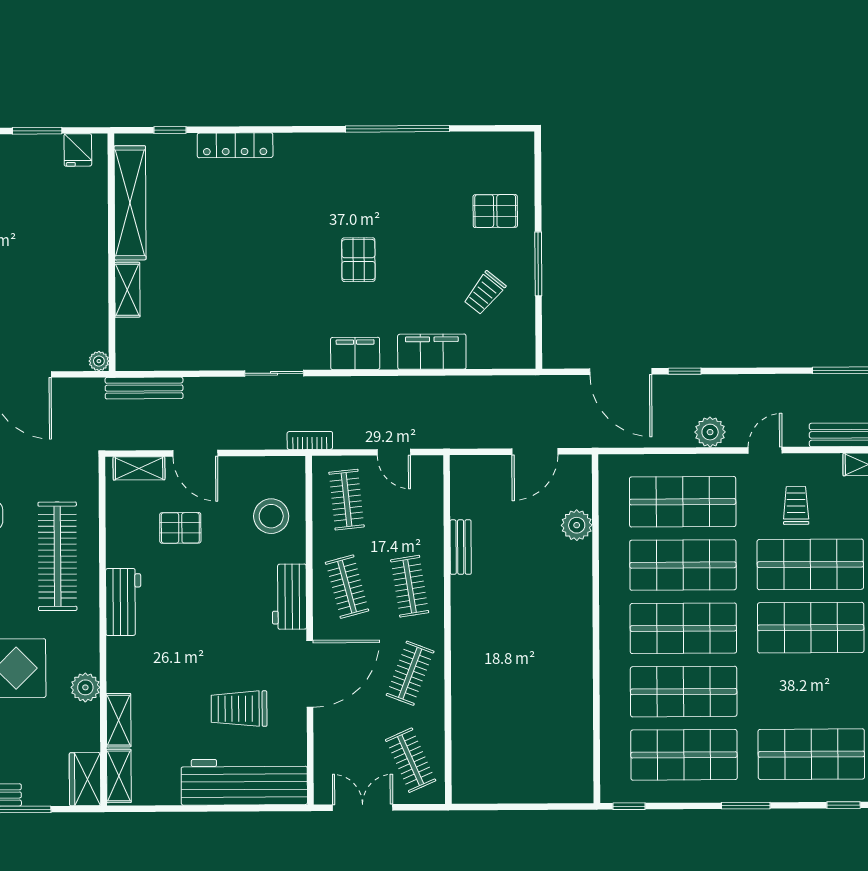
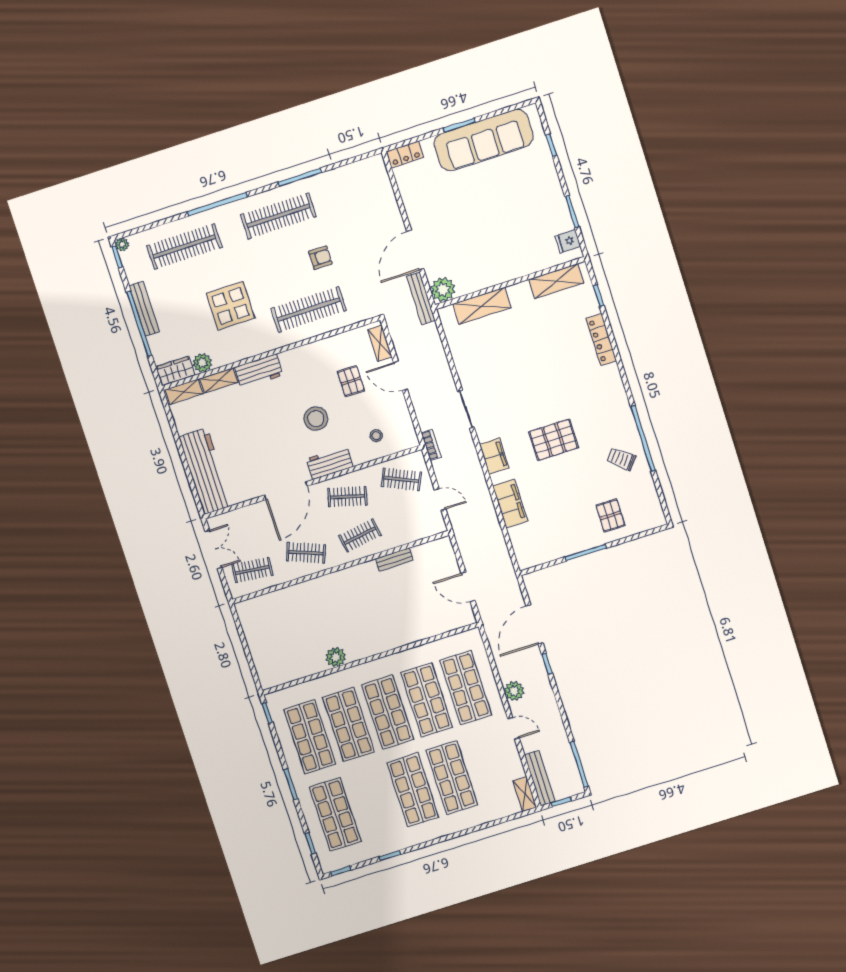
shelving: (130, 203) -> (556, 281), width x0.68
pallet: (358, 260) -> (554, 440), width x1.50, depth x1.42
shelving: (127, 290) -> (482, 306), width x1.50, depth x1.33
trolley: (485, 293) -> (621, 459), moved
plant: (99, 361) -> (443, 289), width x1.88, depth x1.88
bench: (144, 388) -> (421, 298), moved
door: (394, 452) -> (440, 500), swing flipped
door: (195, 453) -> (400, 376), hinge flipped
clothes rail: (347, 500) -> (401, 479), turned 30
trolley: (796, 505) -> (485, 758), removed
stool: (271, 516) -> (376, 436), width x0.53, depth x0.53
plant: (577, 525) -> (336, 657), moved
clothes rail: (347, 587) -> (347, 497), turned 30
stool: (219, 596) -> (316, 419), added
workbench: (123, 602) -> (259, 371), moved
door: (310, 674) -> (286, 491), hinge flipped
plant: (85, 687) -> (202, 363), moved
trolley: (239, 709) -> (250, 453), removed
clothes rail: (411, 760) -> (252, 570), turned 30

